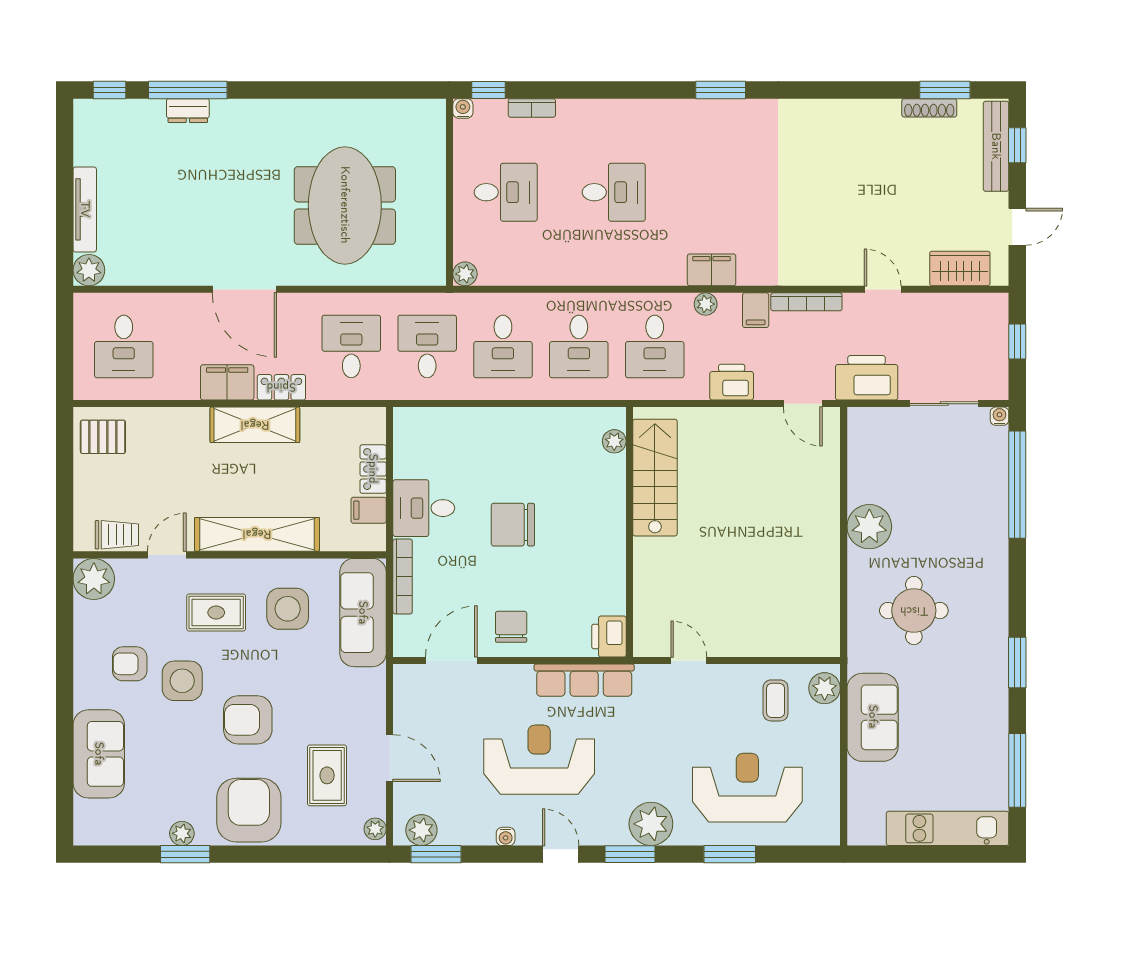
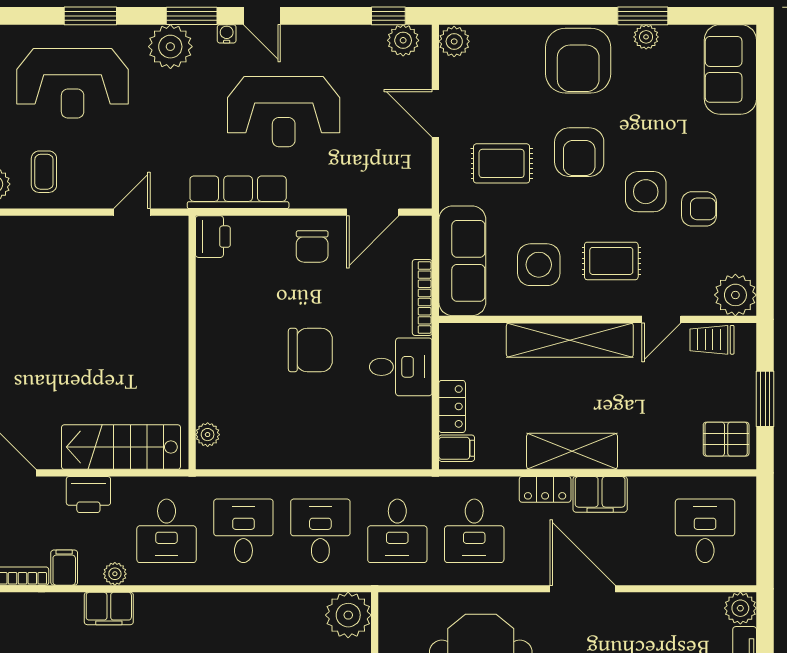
plant: (465, 274) -> (348, 615), width x1.87, depth x1.87
desk: (655, 346) -> (167, 531), turned 180
window: (65, 477) -> (765, 399), added
stairs: (655, 478) -> (121, 447), moved, turned 90
filing cabinet: (369, 510) -> (457, 448), moved
door: (689, 661) -> (132, 212), swing flipped
armchair: (248, 720) -> (579, 152), turned 90
sofa: (99, 754) -> (730, 69), moved
rug: (327, 775) -> (502, 163), moved, turned 90
plant: (375, 829) -> (454, 41), width x1.38, depth x1.38
water cooler: (506, 836) -> (227, 34), moved
window: (436, 854) -> (388, 16), width x0.67

